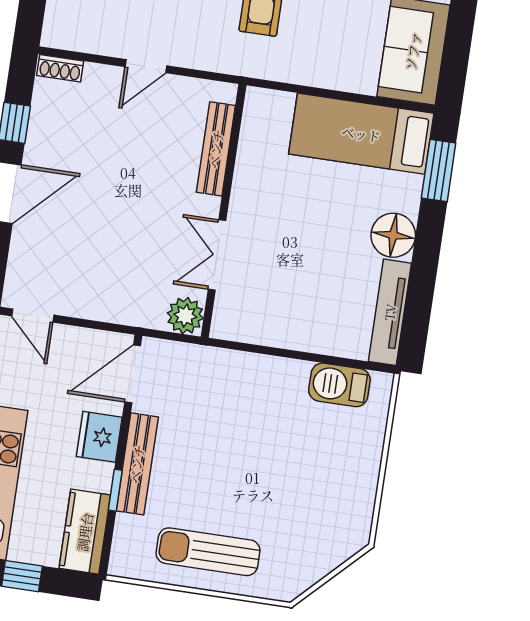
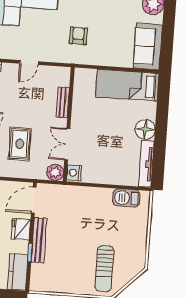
bench: (216, 149) -> (63, 102), width x0.73
window: (439, 170) -> (163, 99), removed
rug: (111, 246) -> (20, 144), added
nightstand: (227, 320) -> (74, 173), added
sun lounger: (208, 552) -> (104, 269), moved, turned -90

